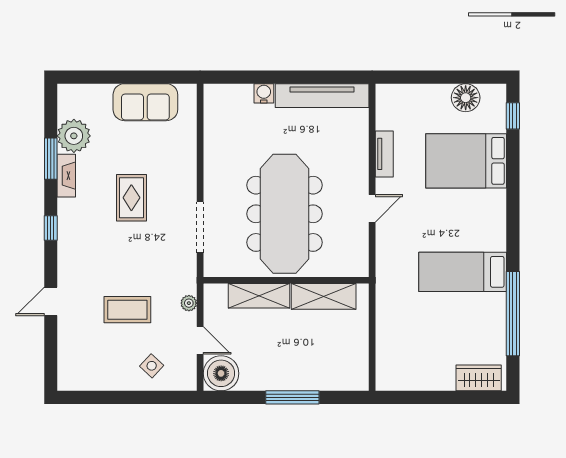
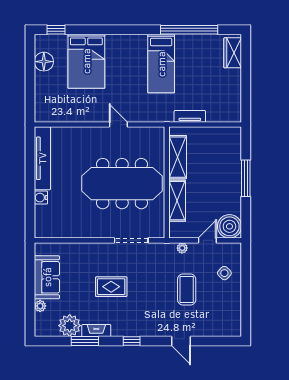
plant: (103, 92) -> (40, 306), added
tv unit: (384, 154) -> (190, 116), moved

